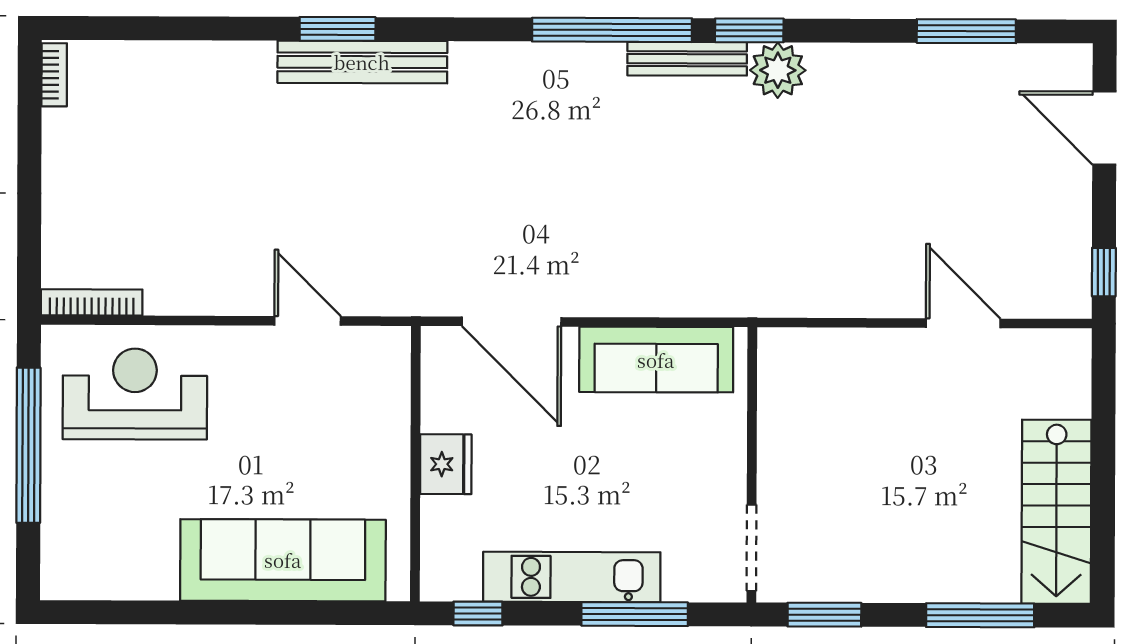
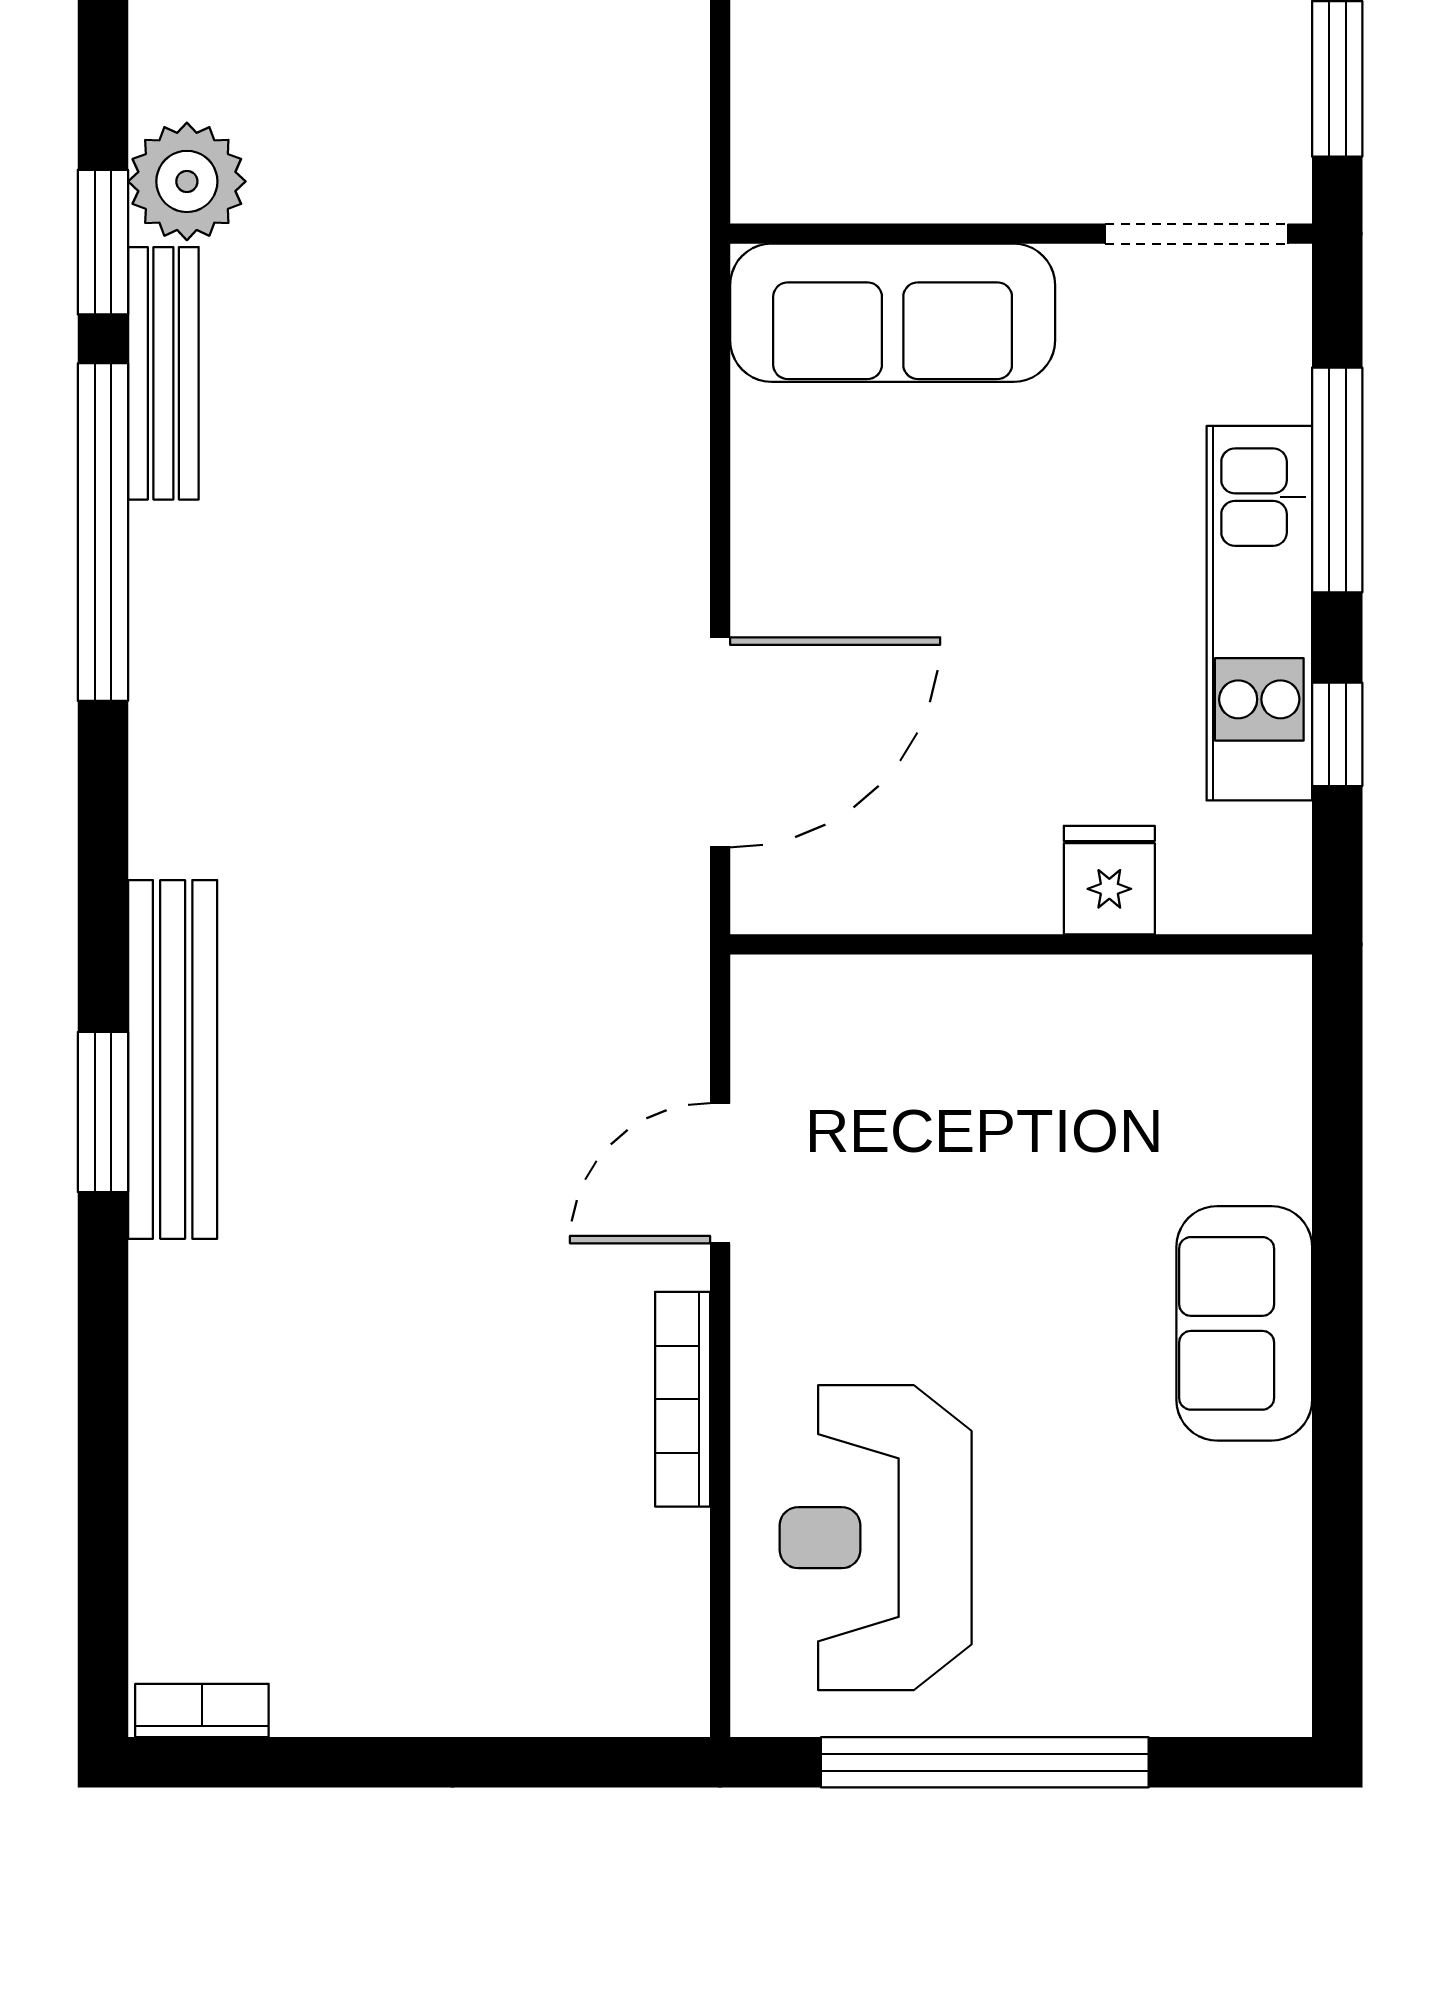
bookcase: (92, 302) -> (683, 1399), moved
sofa: (656, 360) -> (893, 313), moved, turned 90
fridge: (446, 464) -> (1109, 880), moved, width x0.72
sofa: (283, 560) -> (1244, 1323), width x0.54, depth x0.79
window: (478, 614) -> (1337, 734), moved

